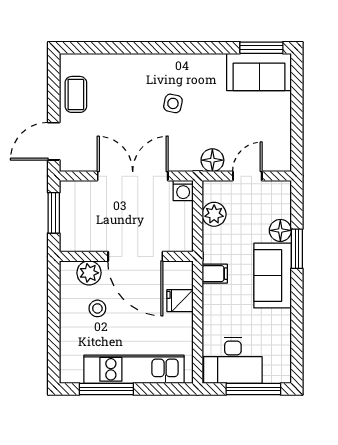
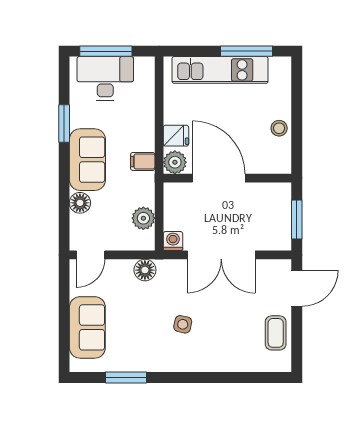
window: (261, 48) -> (126, 378), moved
sofa: (259, 72) -> (87, 327), moved, turned 90
door: (247, 176) -> (91, 255), moved
window: (297, 249) -> (64, 124), moved
plant: (89, 273) -> (175, 162), moved
stool: (97, 308) -> (279, 128), moved
desk: (233, 360) -> (105, 78), moved

